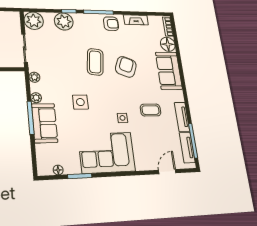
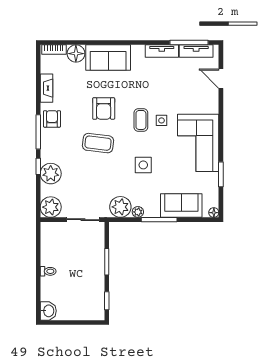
armchair: (126, 67) -> (104, 108), turned -112
plant: (34, 77) -> (120, 207), width x1.87, depth x1.87
coffee table: (151, 110) -> (141, 120), moved
sofa: (45, 123) -> (181, 206), moved
floor lamp: (58, 170) -> (214, 213), moved

